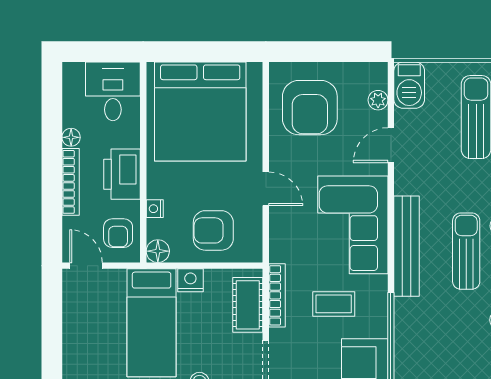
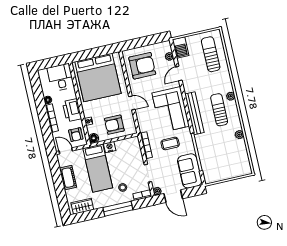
armchair: (310, 108) -> (142, 66), turned -90
cot: (248, 305) -> (68, 178), moved

